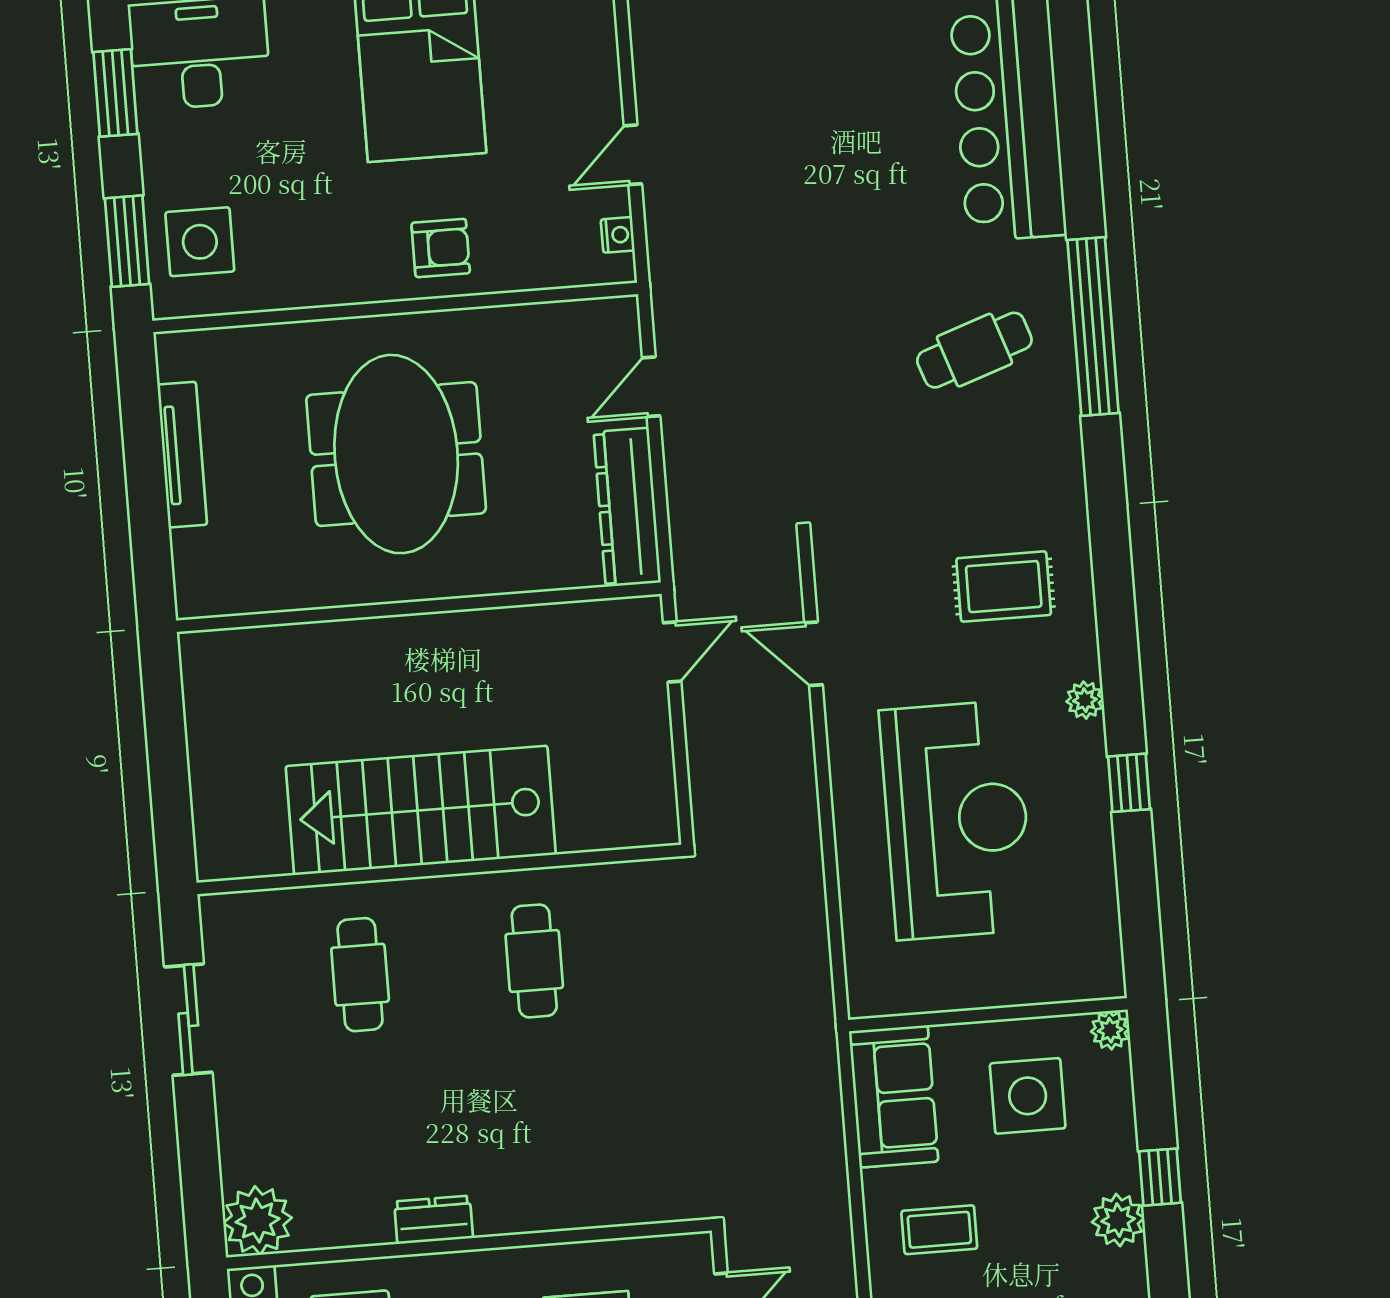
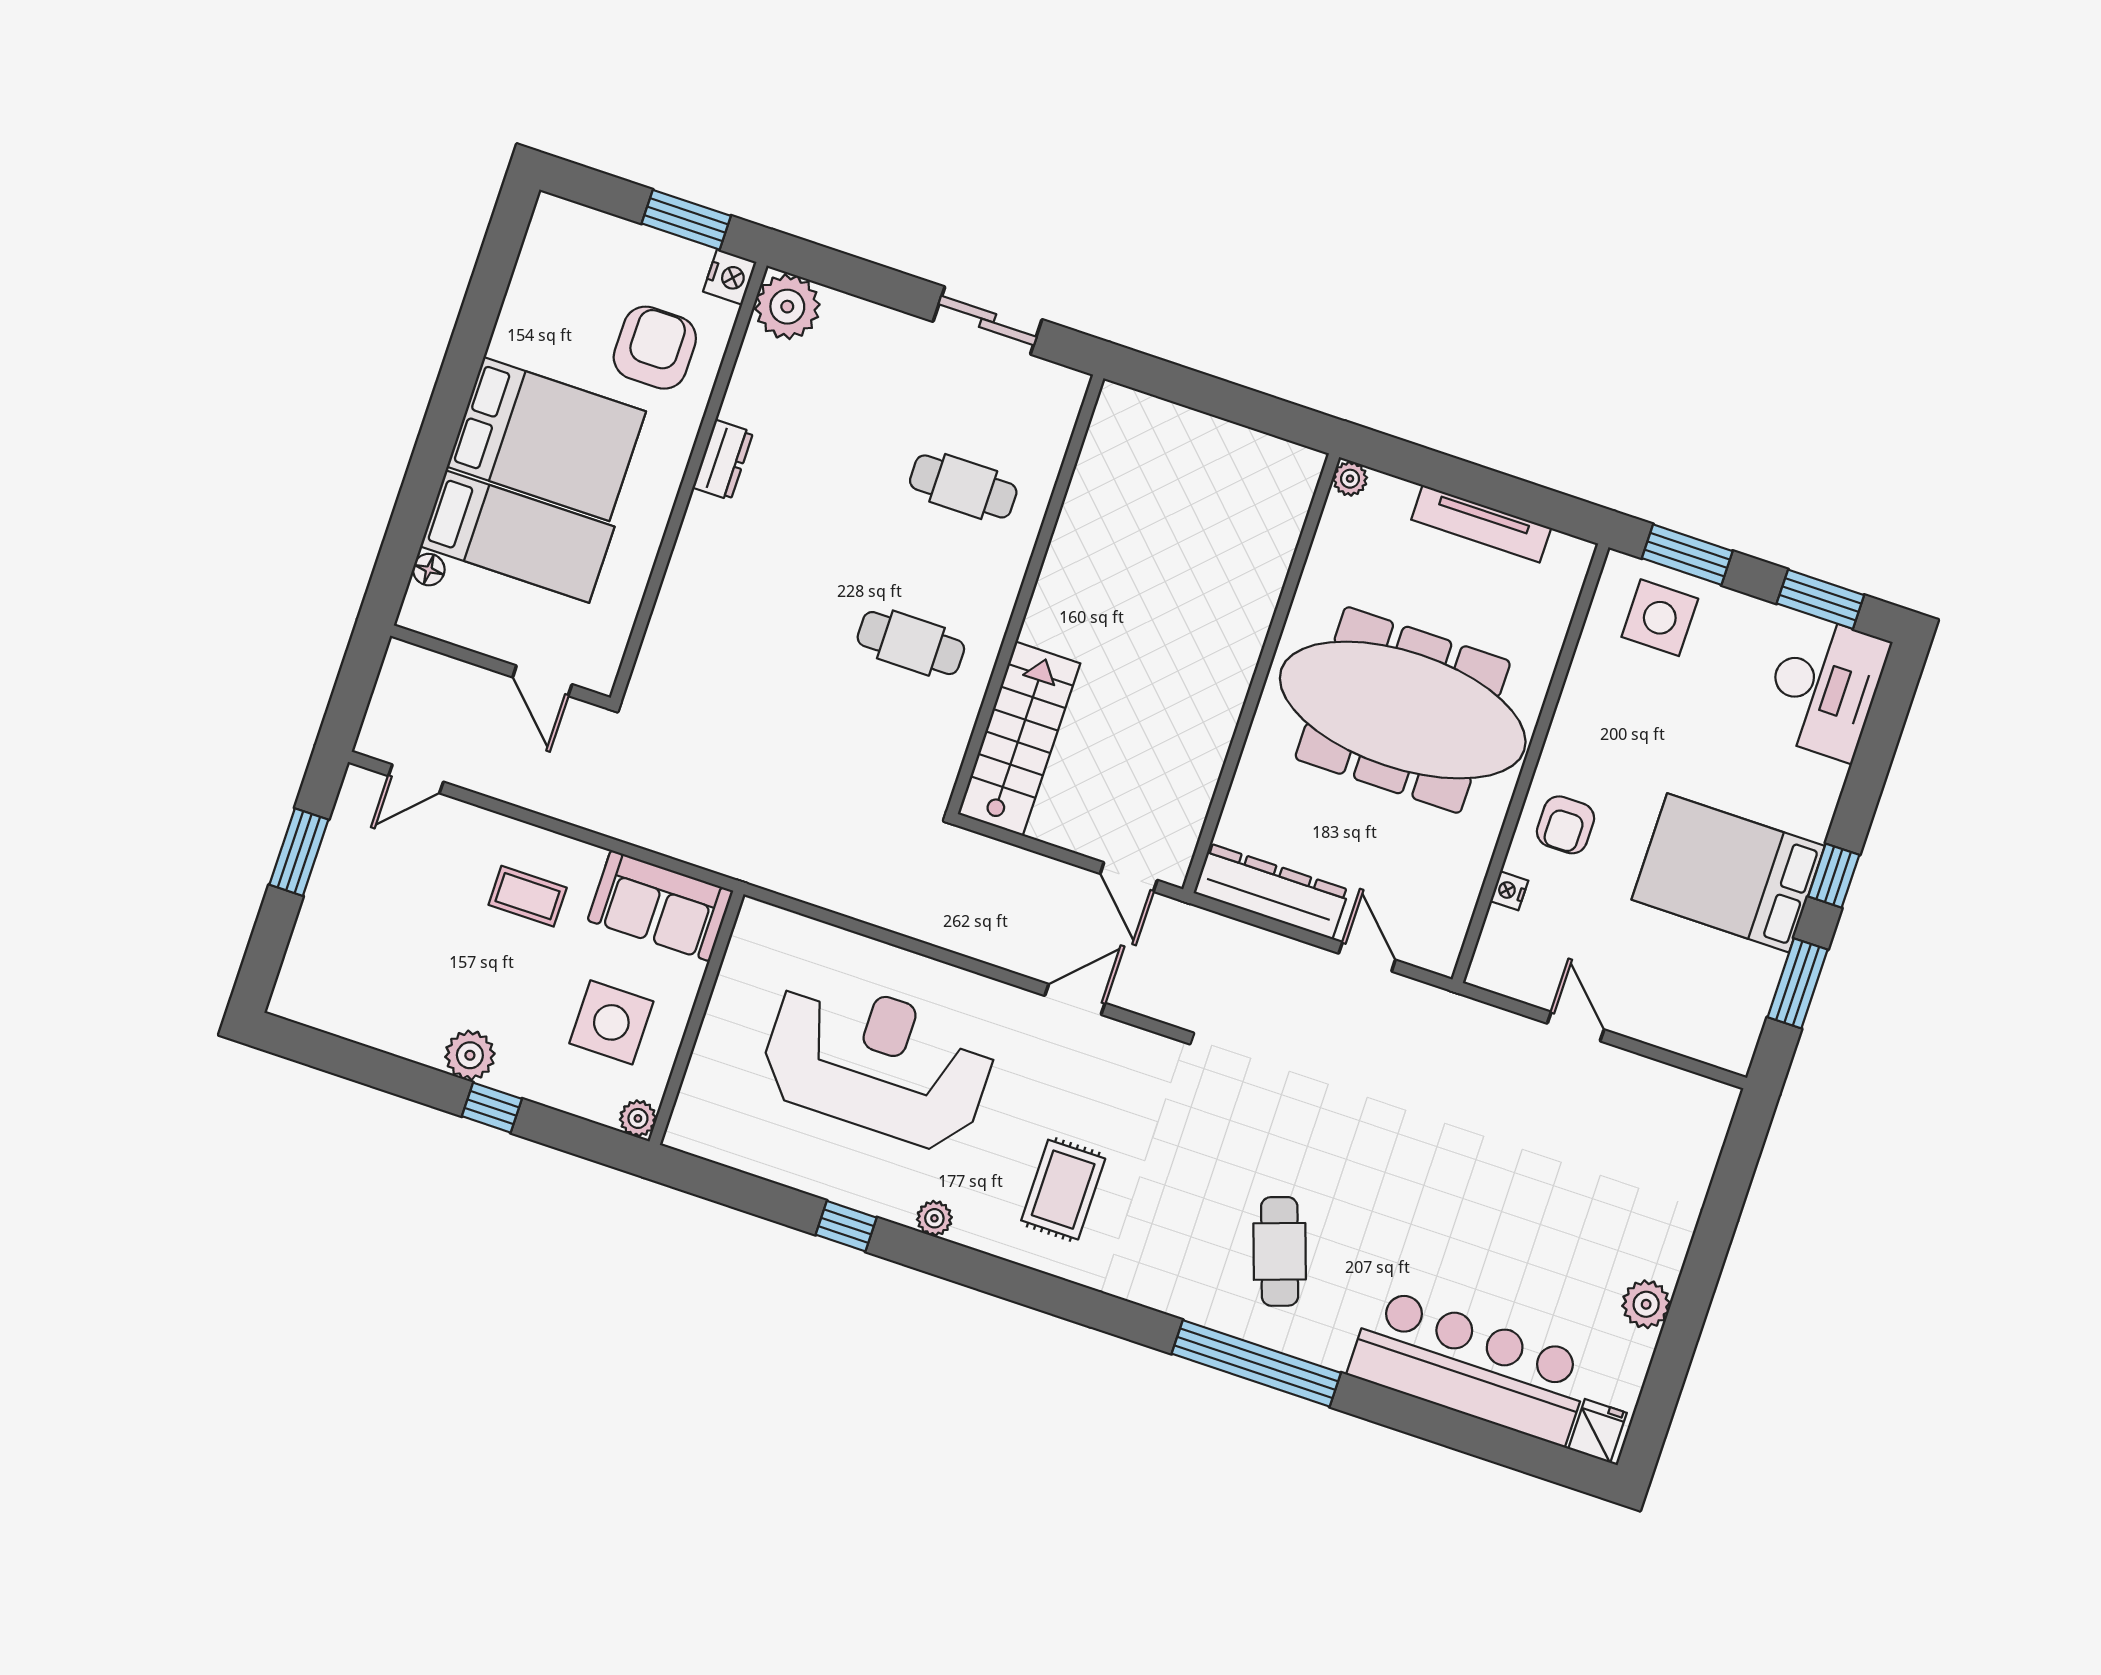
nightstand: (618, 235) -> (1509, 891), moved, turned 90
meeting table: (396, 454) -> (1403, 710), width x1.36
plant: (192, 601) -> (1350, 479), added
stairs: (421, 810) -> (1019, 739), moved, width x0.73, depth x0.66
reception desk: (957, 820) -> (877, 1062), turned 180
coffee table: (939, 1230) -> (528, 896), turned 90

